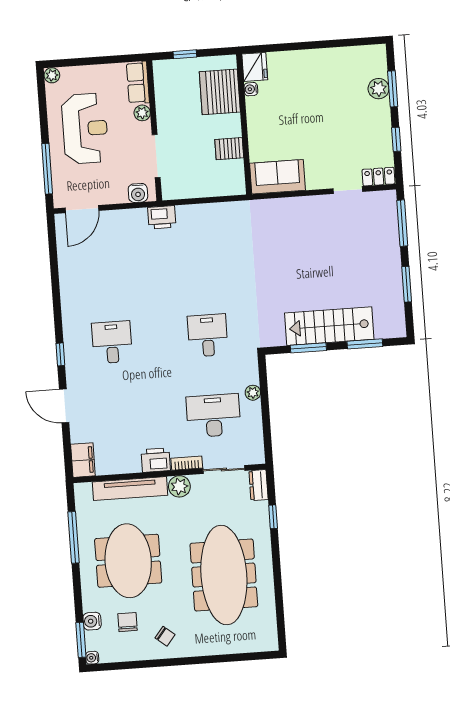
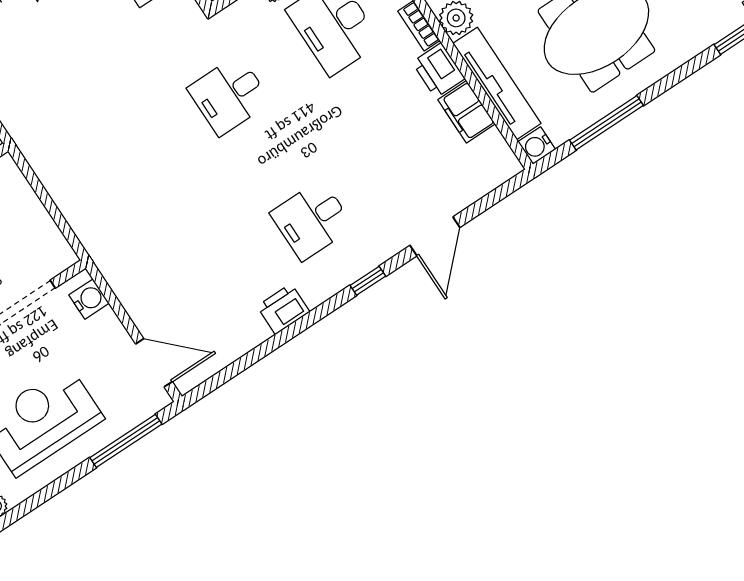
printer: (162, 217) -> (283, 309), moved, turned -90
filing cabinet: (83, 460) -> (467, 112), moved, turned -90
water cooler: (92, 621) -> (537, 146), moved, turned 90

